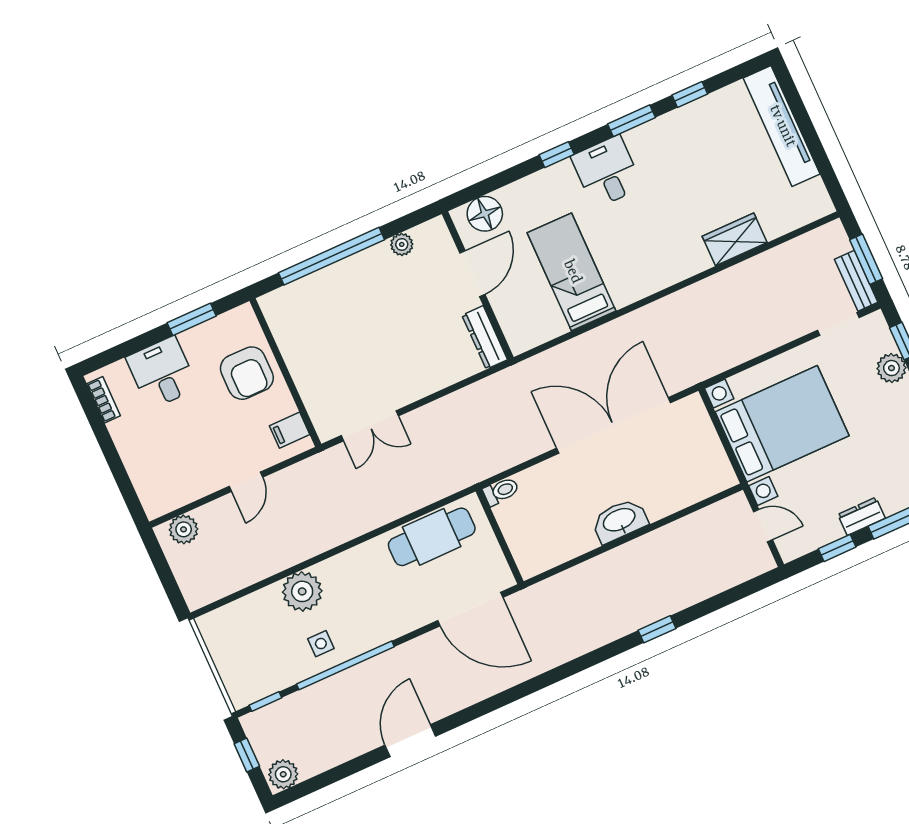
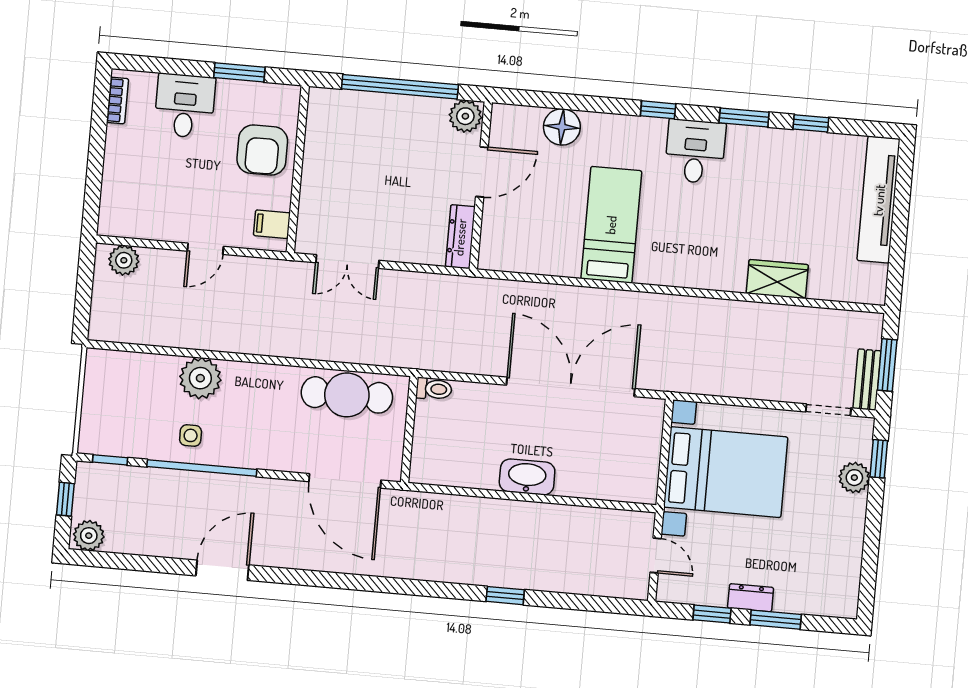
plant: (402, 244) -> (465, 116), width x1.38, depth x1.38
door: (472, 274) -> (482, 172), moved
wall: (478, 286) -> (481, 186), moved
dresser: (485, 337) -> (460, 237), moved

